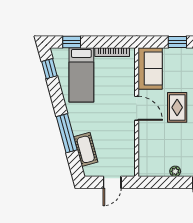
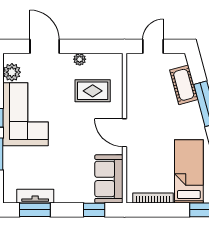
window: (177, 42) -> (94, 210), moved
rug: (177, 107) -> (93, 91), moved, turned 90

